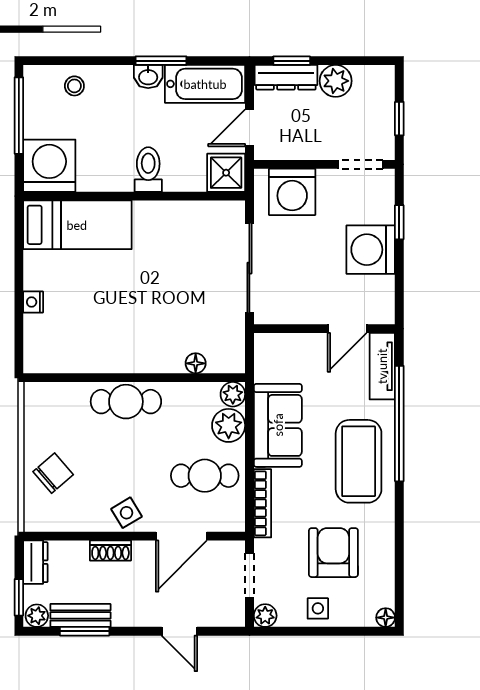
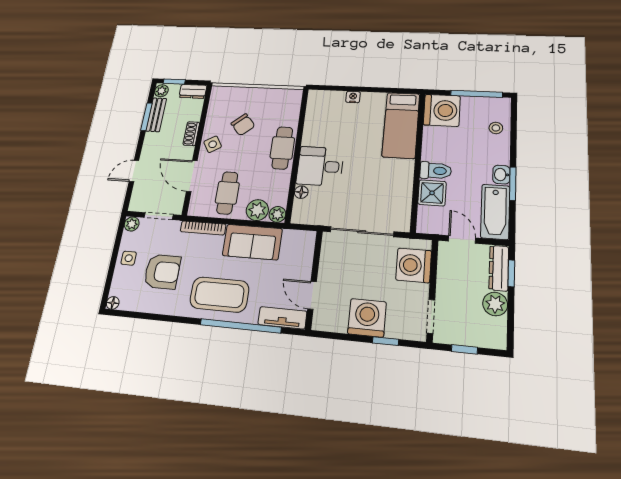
shower: (226, 173) -> (432, 193), moved
desk: (152, 340) -> (320, 166), added
chair: (53, 473) -> (243, 125), moved

